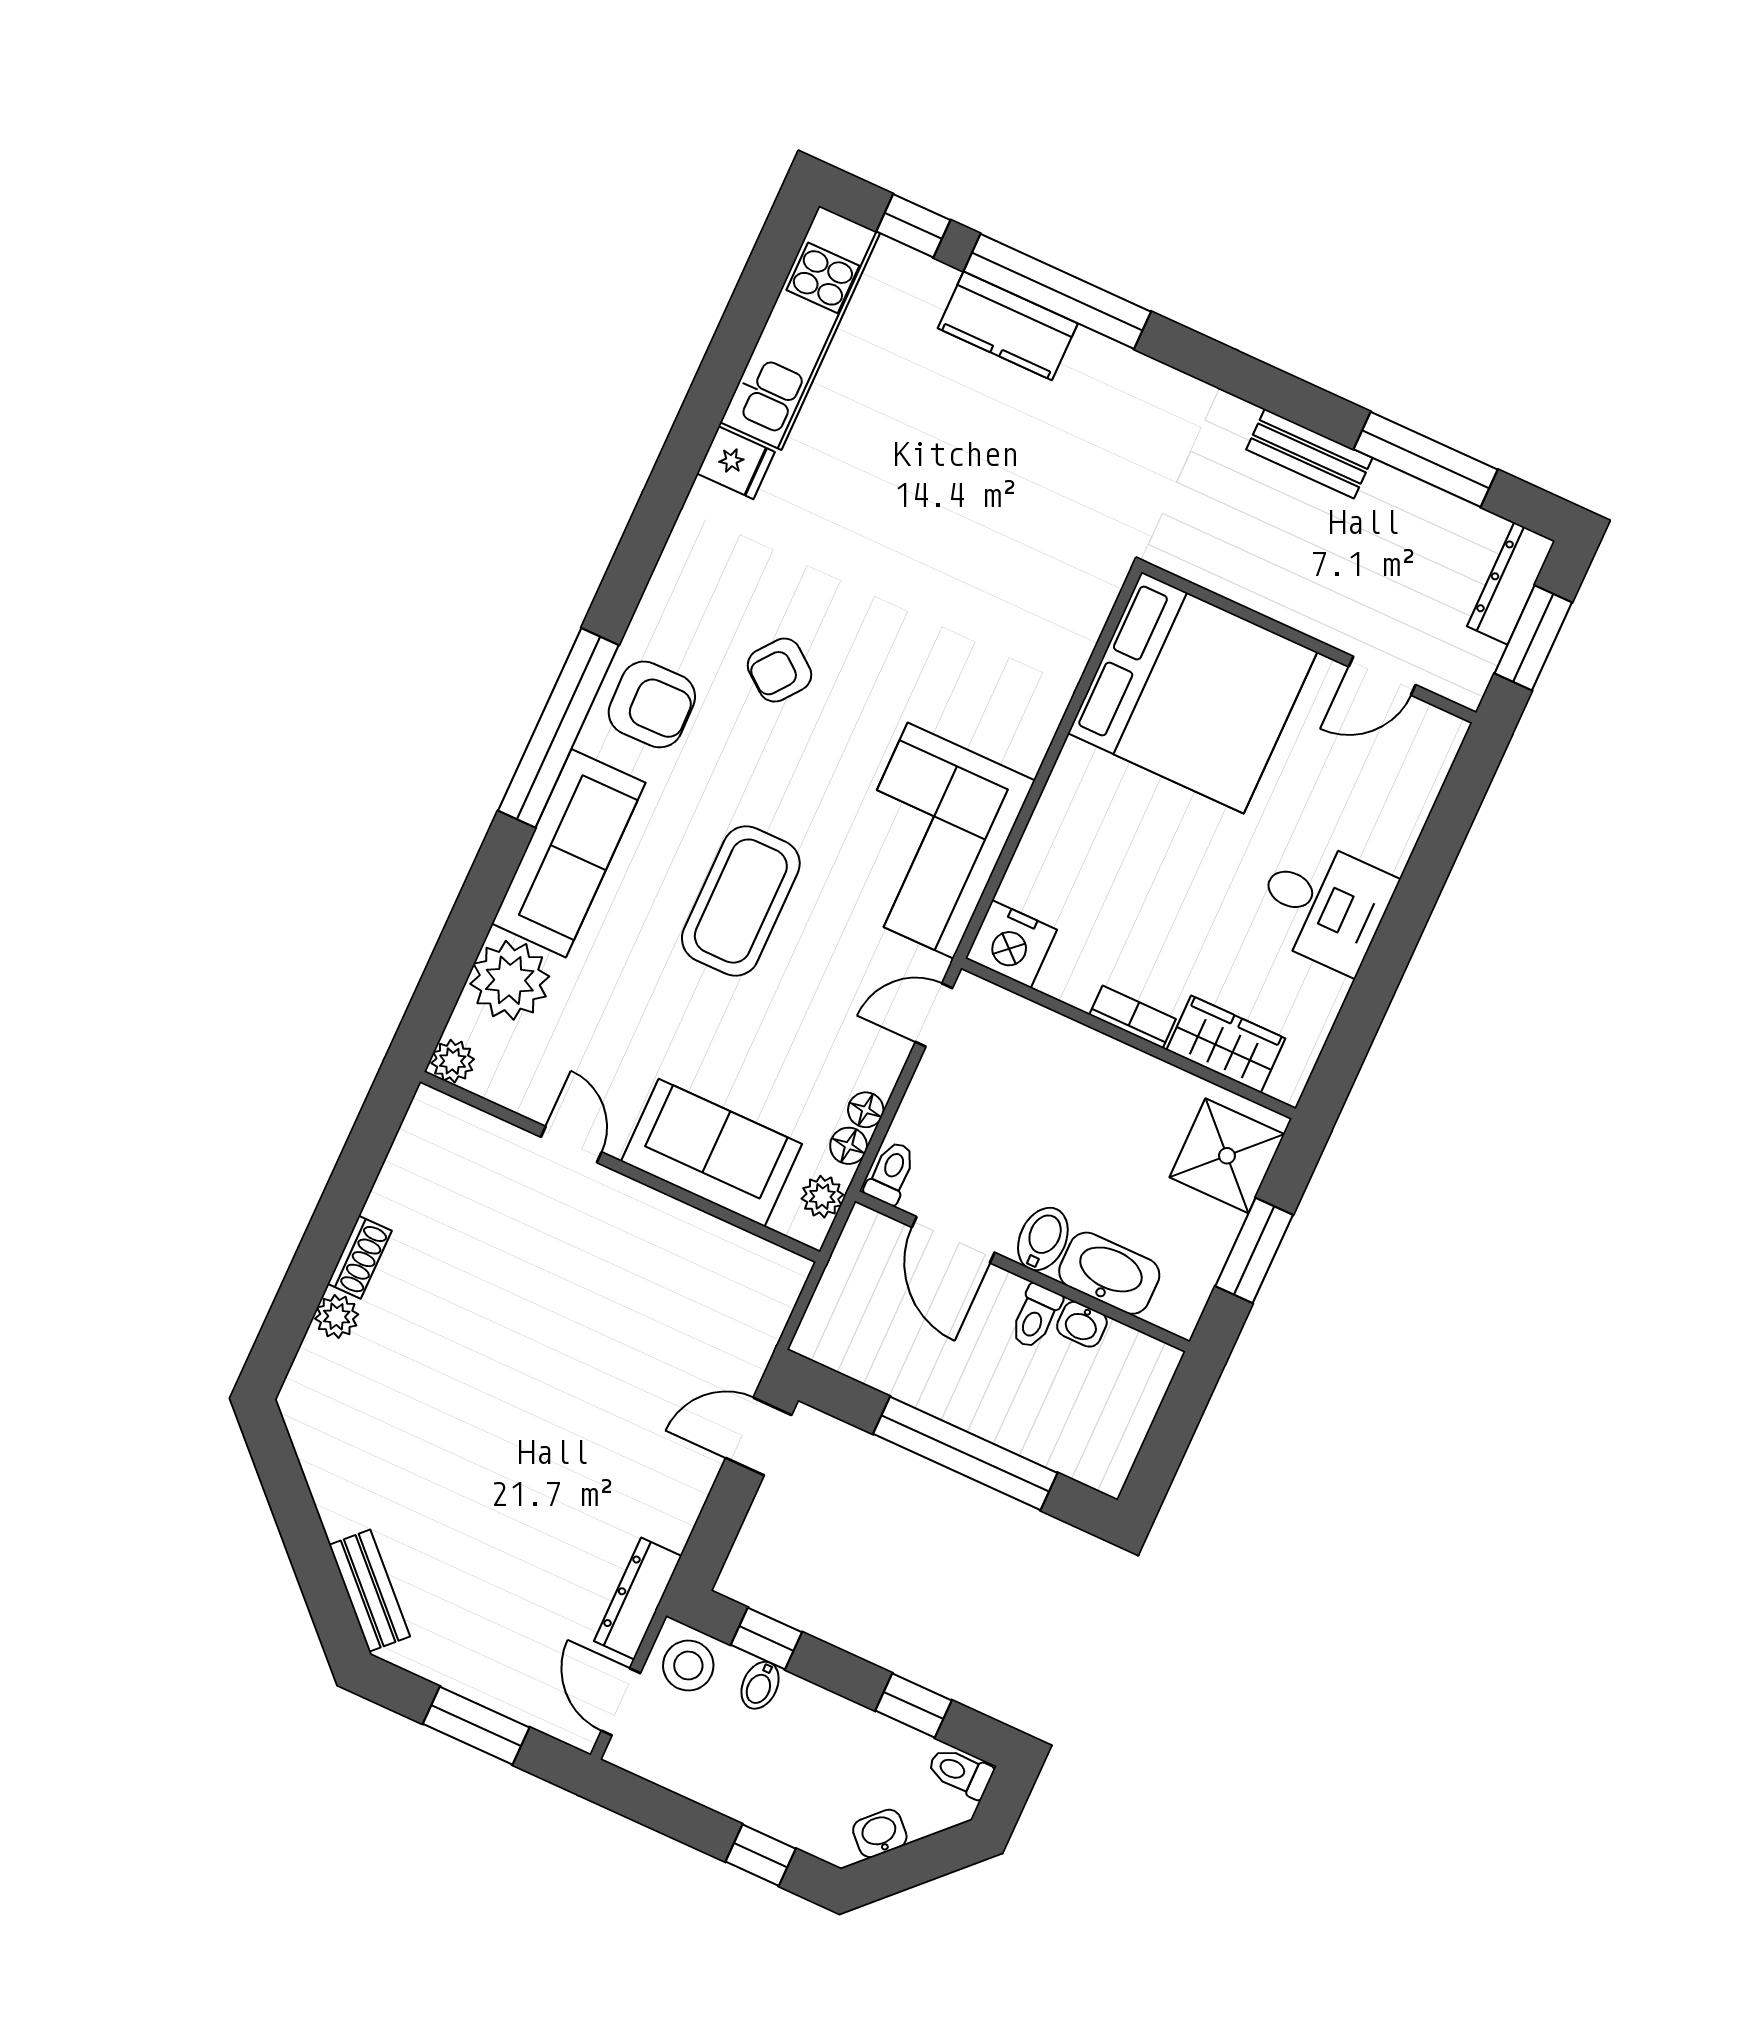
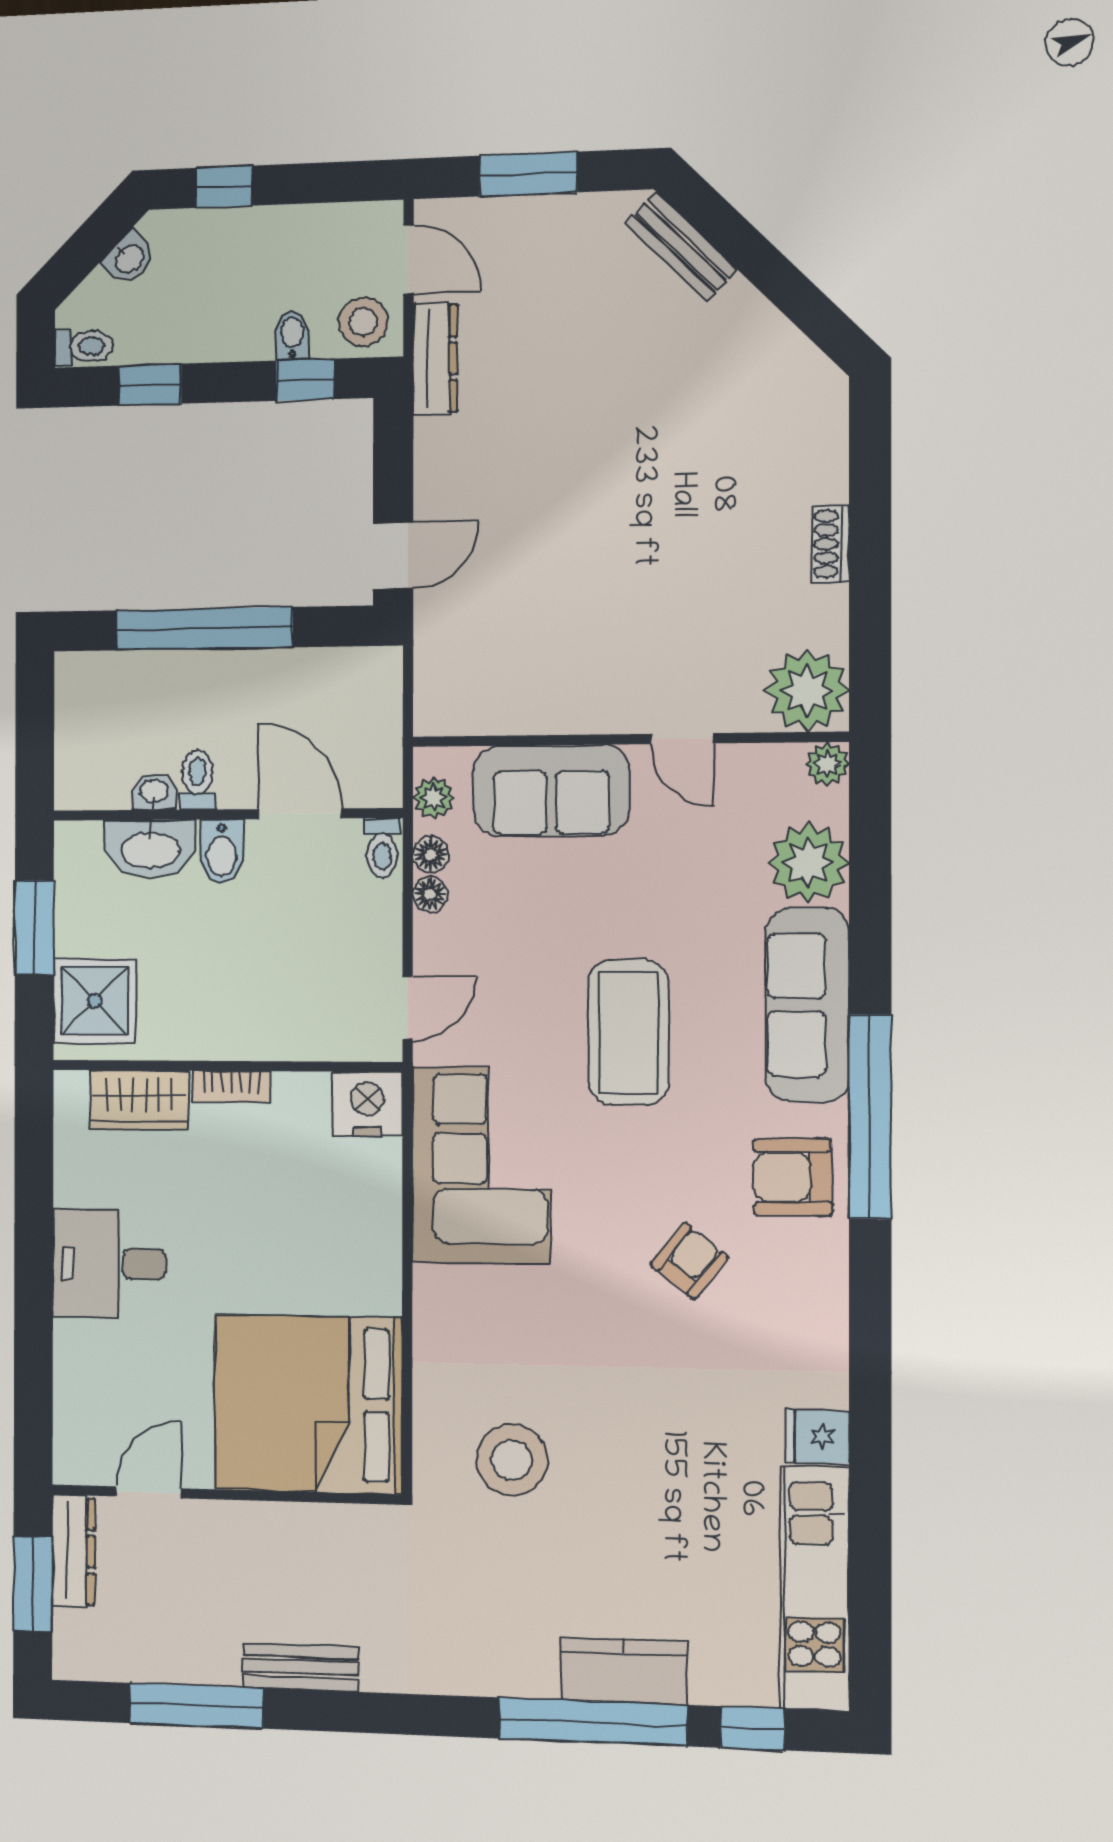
stool: (1024, 560) -> (512, 1460), added
dresser: (1511, 584) -> (73, 1551), moved
plant: (337, 1317) -> (807, 691), moved, width x1.87, depth x1.87

